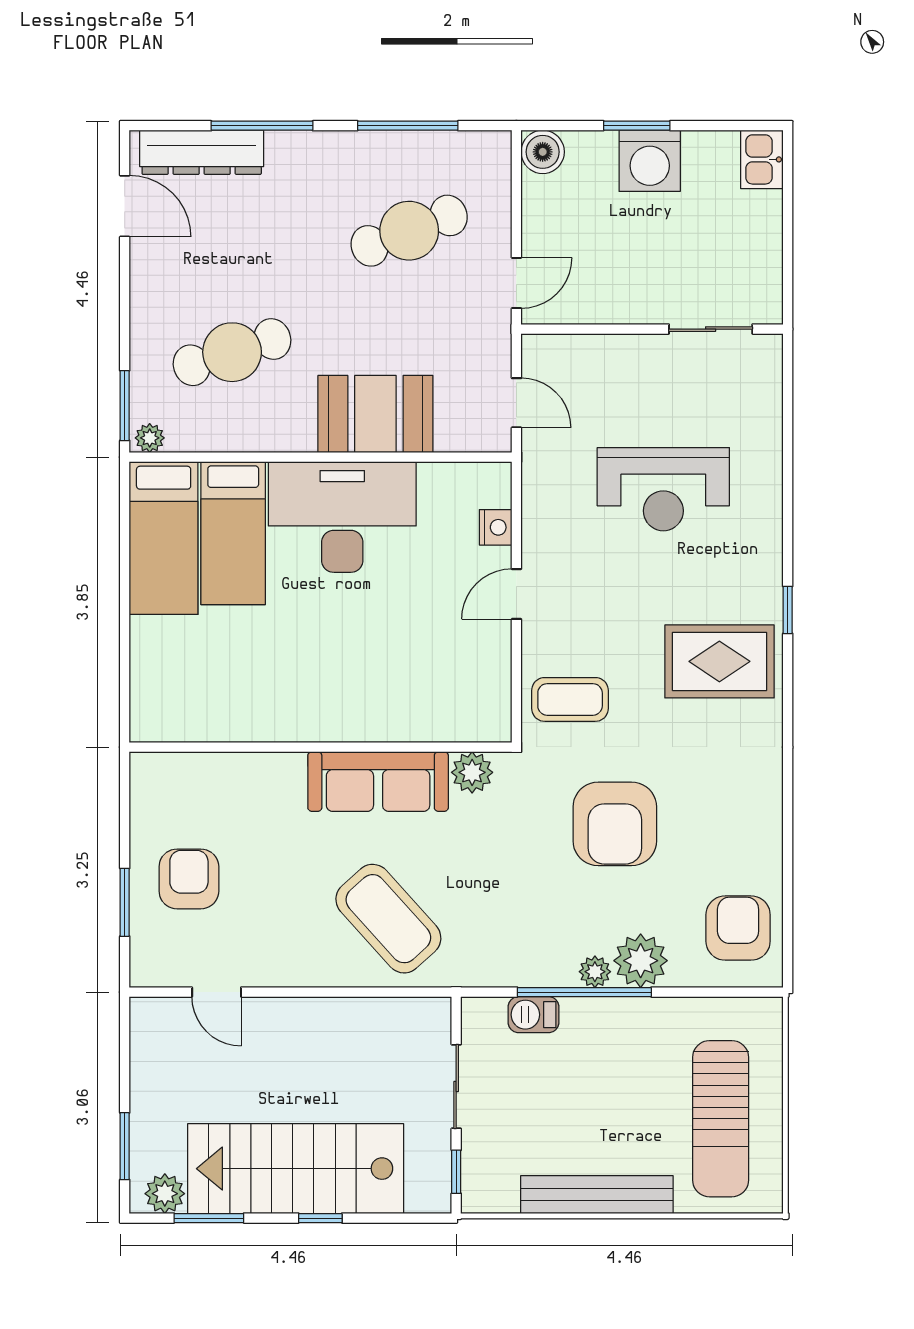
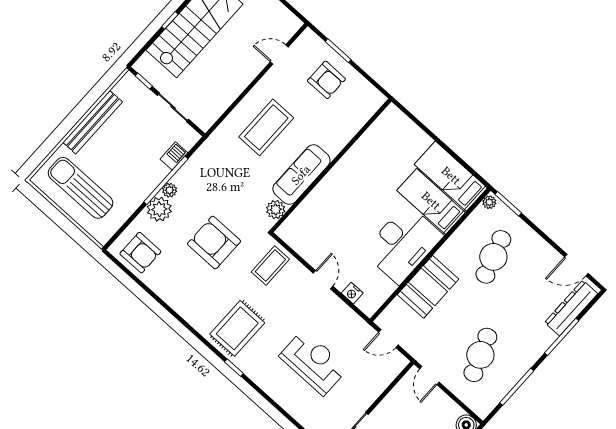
reception desk: (663, 489) -> (314, 362), turned 90
coffee table: (388, 919) -> (266, 127), moved, turned -48

